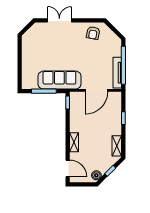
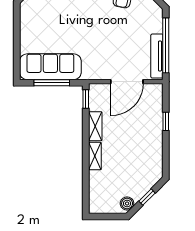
sofa: (59, 80) -> (50, 67), moved
shelving: (117, 146) -> (95, 126), moved
door: (68, 168) -> (86, 194), removed

